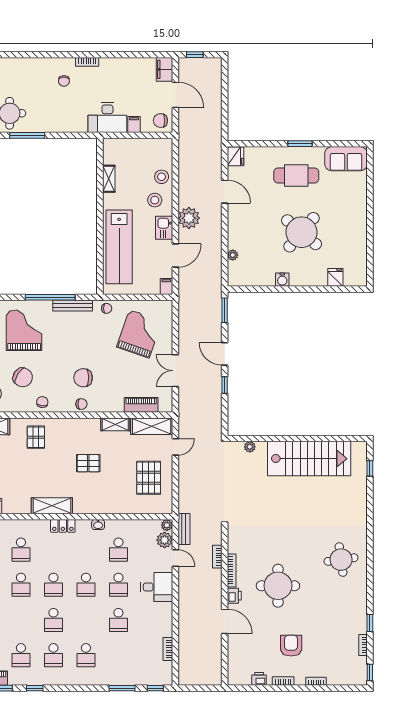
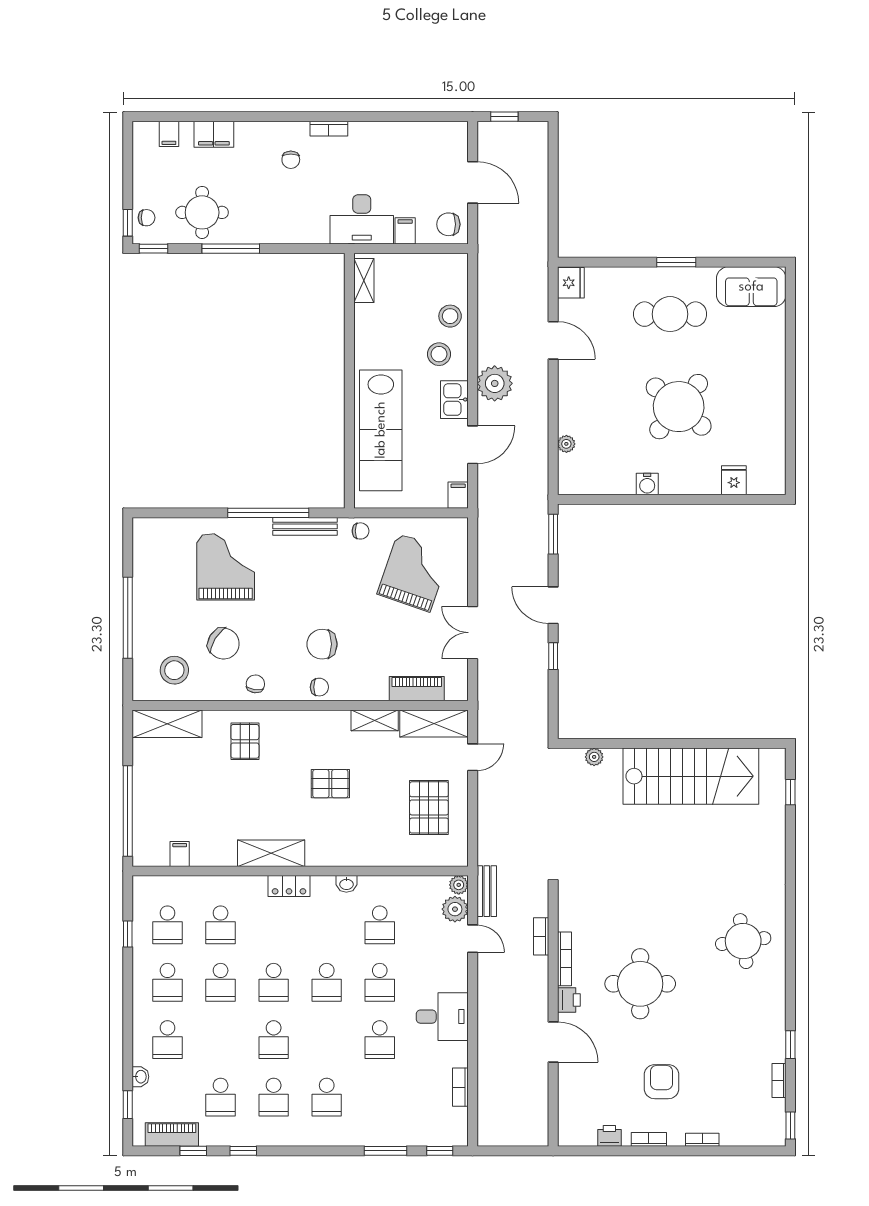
filing cabinet: (164, 69) -> (214, 134), moved, turned -90
shelving: (109, 179) -> (364, 281), moved
desk: (157, 587) -> (442, 1017), moved

